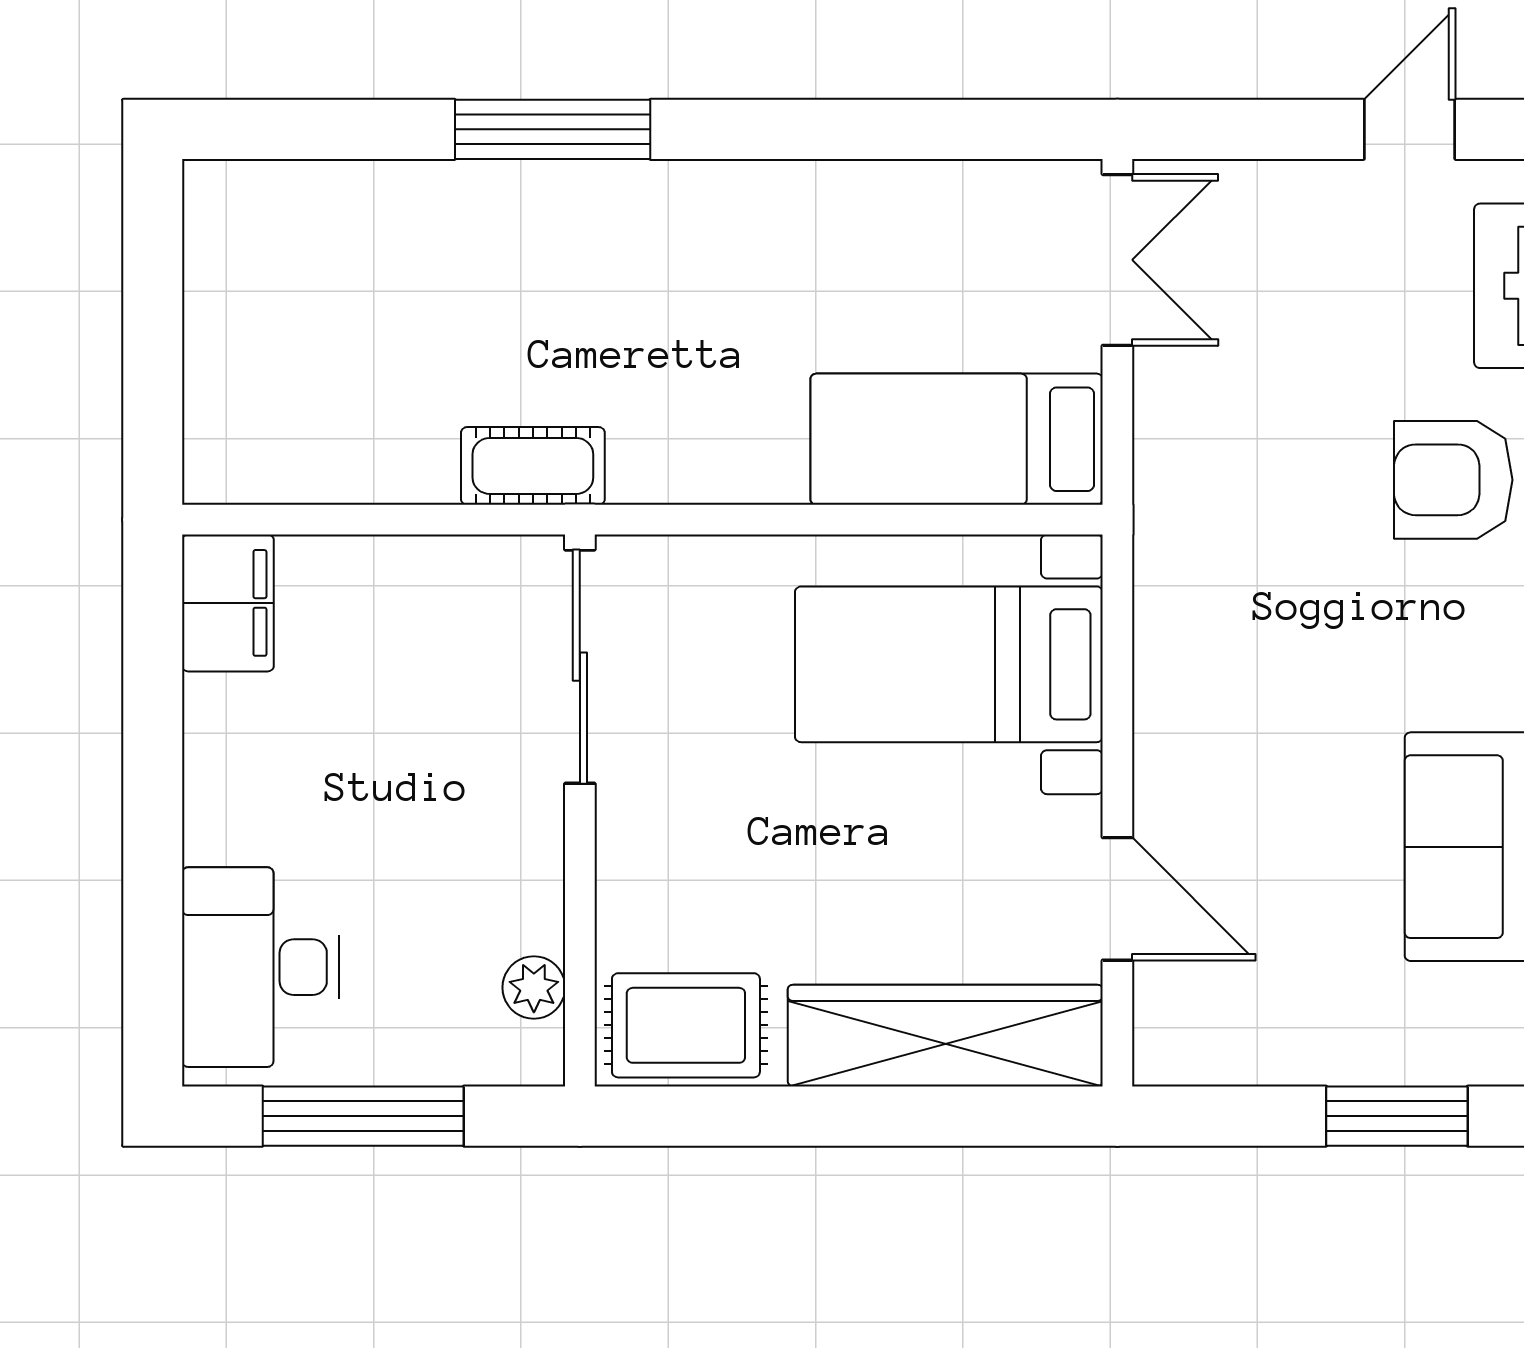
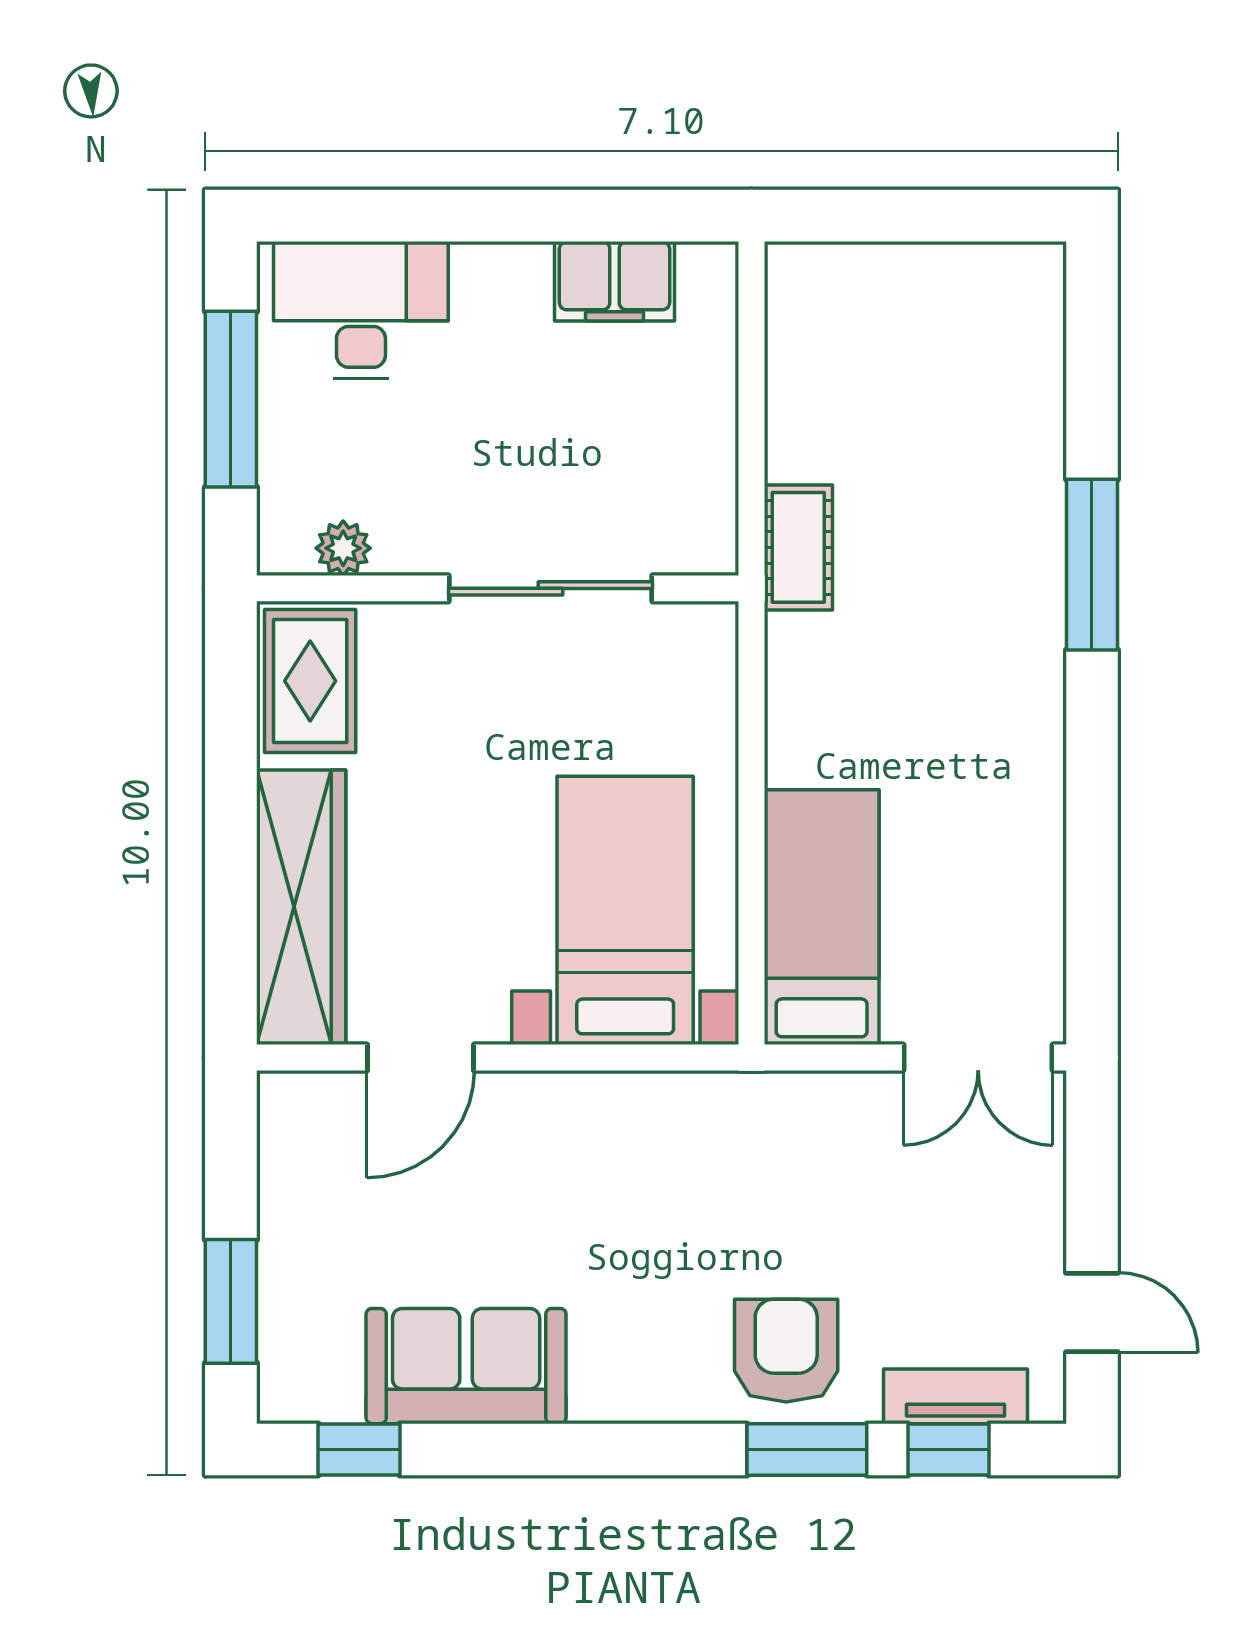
filing cabinet: (228, 603) -> (615, 281), moved
sliding door: (580, 667) -> (550, 588), moved

